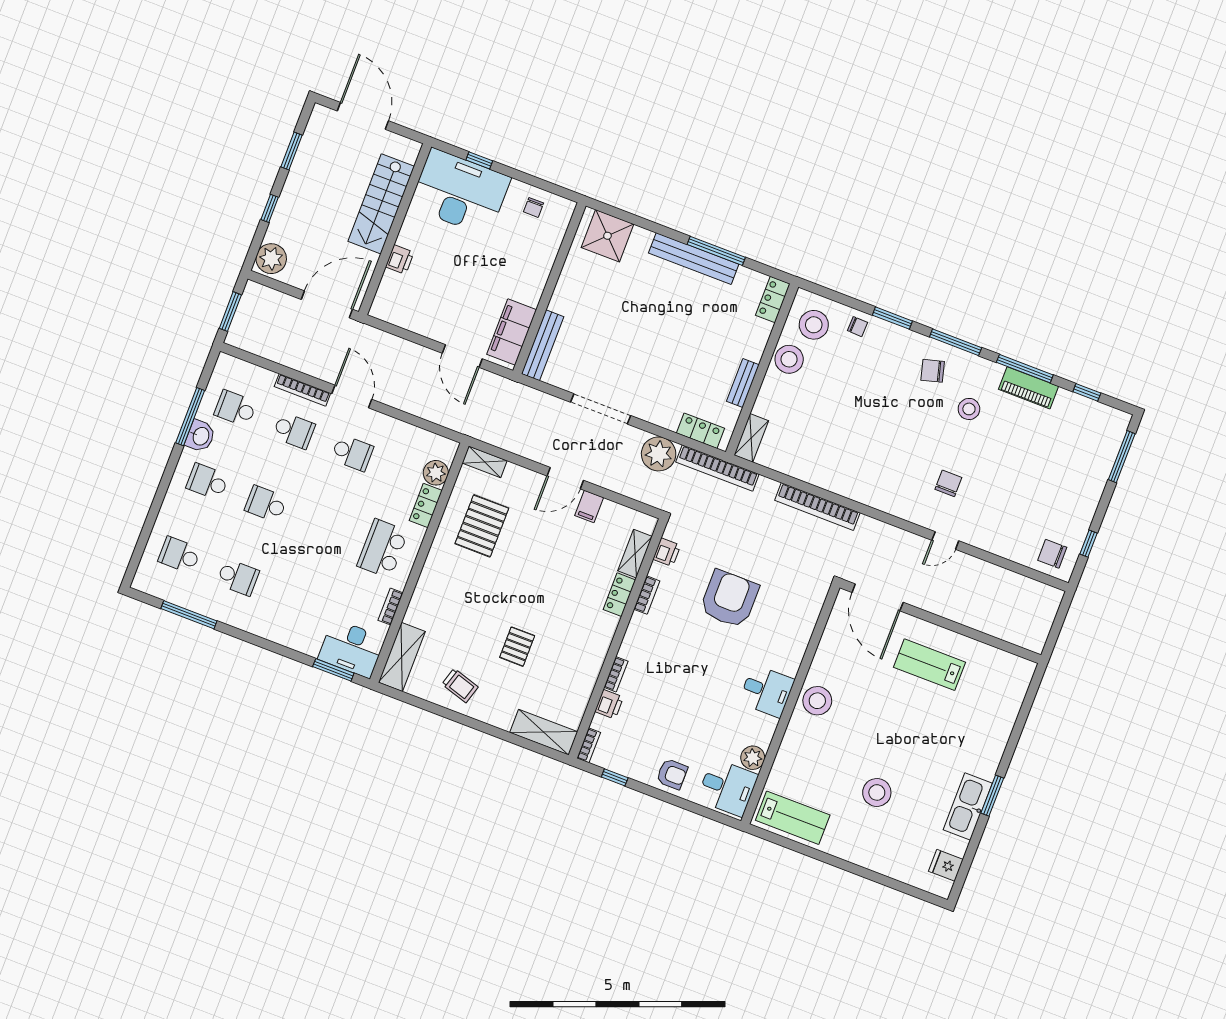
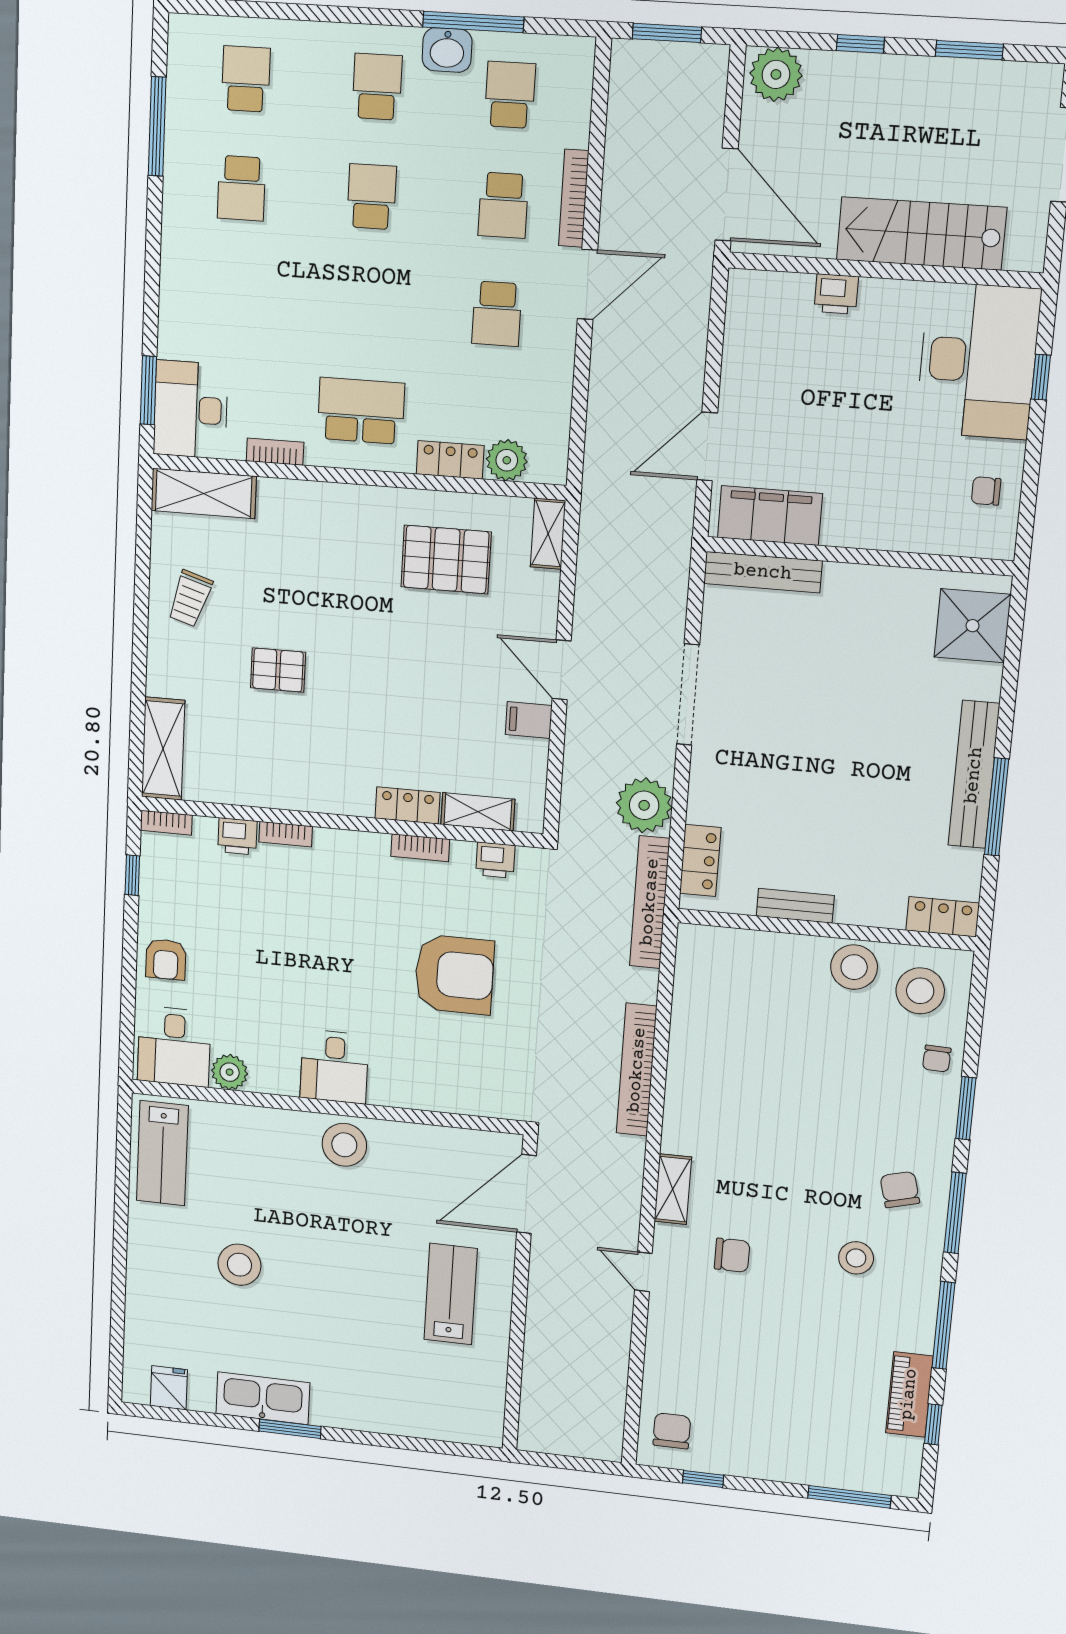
piano: (1029, 388) -> (909, 1394), moved
shelving: (751, 438) -> (673, 1189), moved, turned 90

